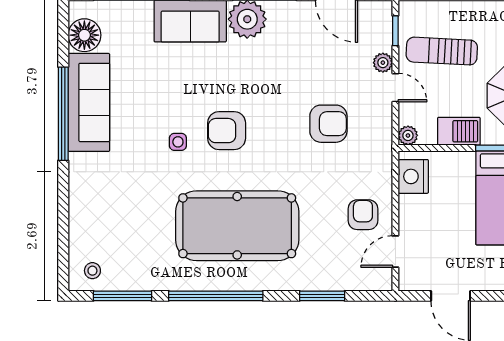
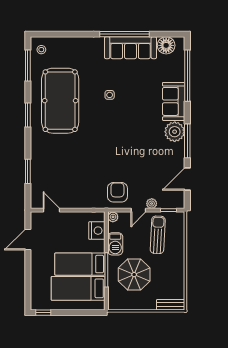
armchair: (328, 124) -> (117, 192), moved, turned 180
armchair: (227, 131) -> (116, 121), removed
nightstand: (413, 176) -> (97, 231), moved, turned 90
armchair: (363, 215) -> (71, 193), removed
pool table: (237, 226) -> (60, 101), moved
window: (216, 296) -> (28, 115), width x0.47

